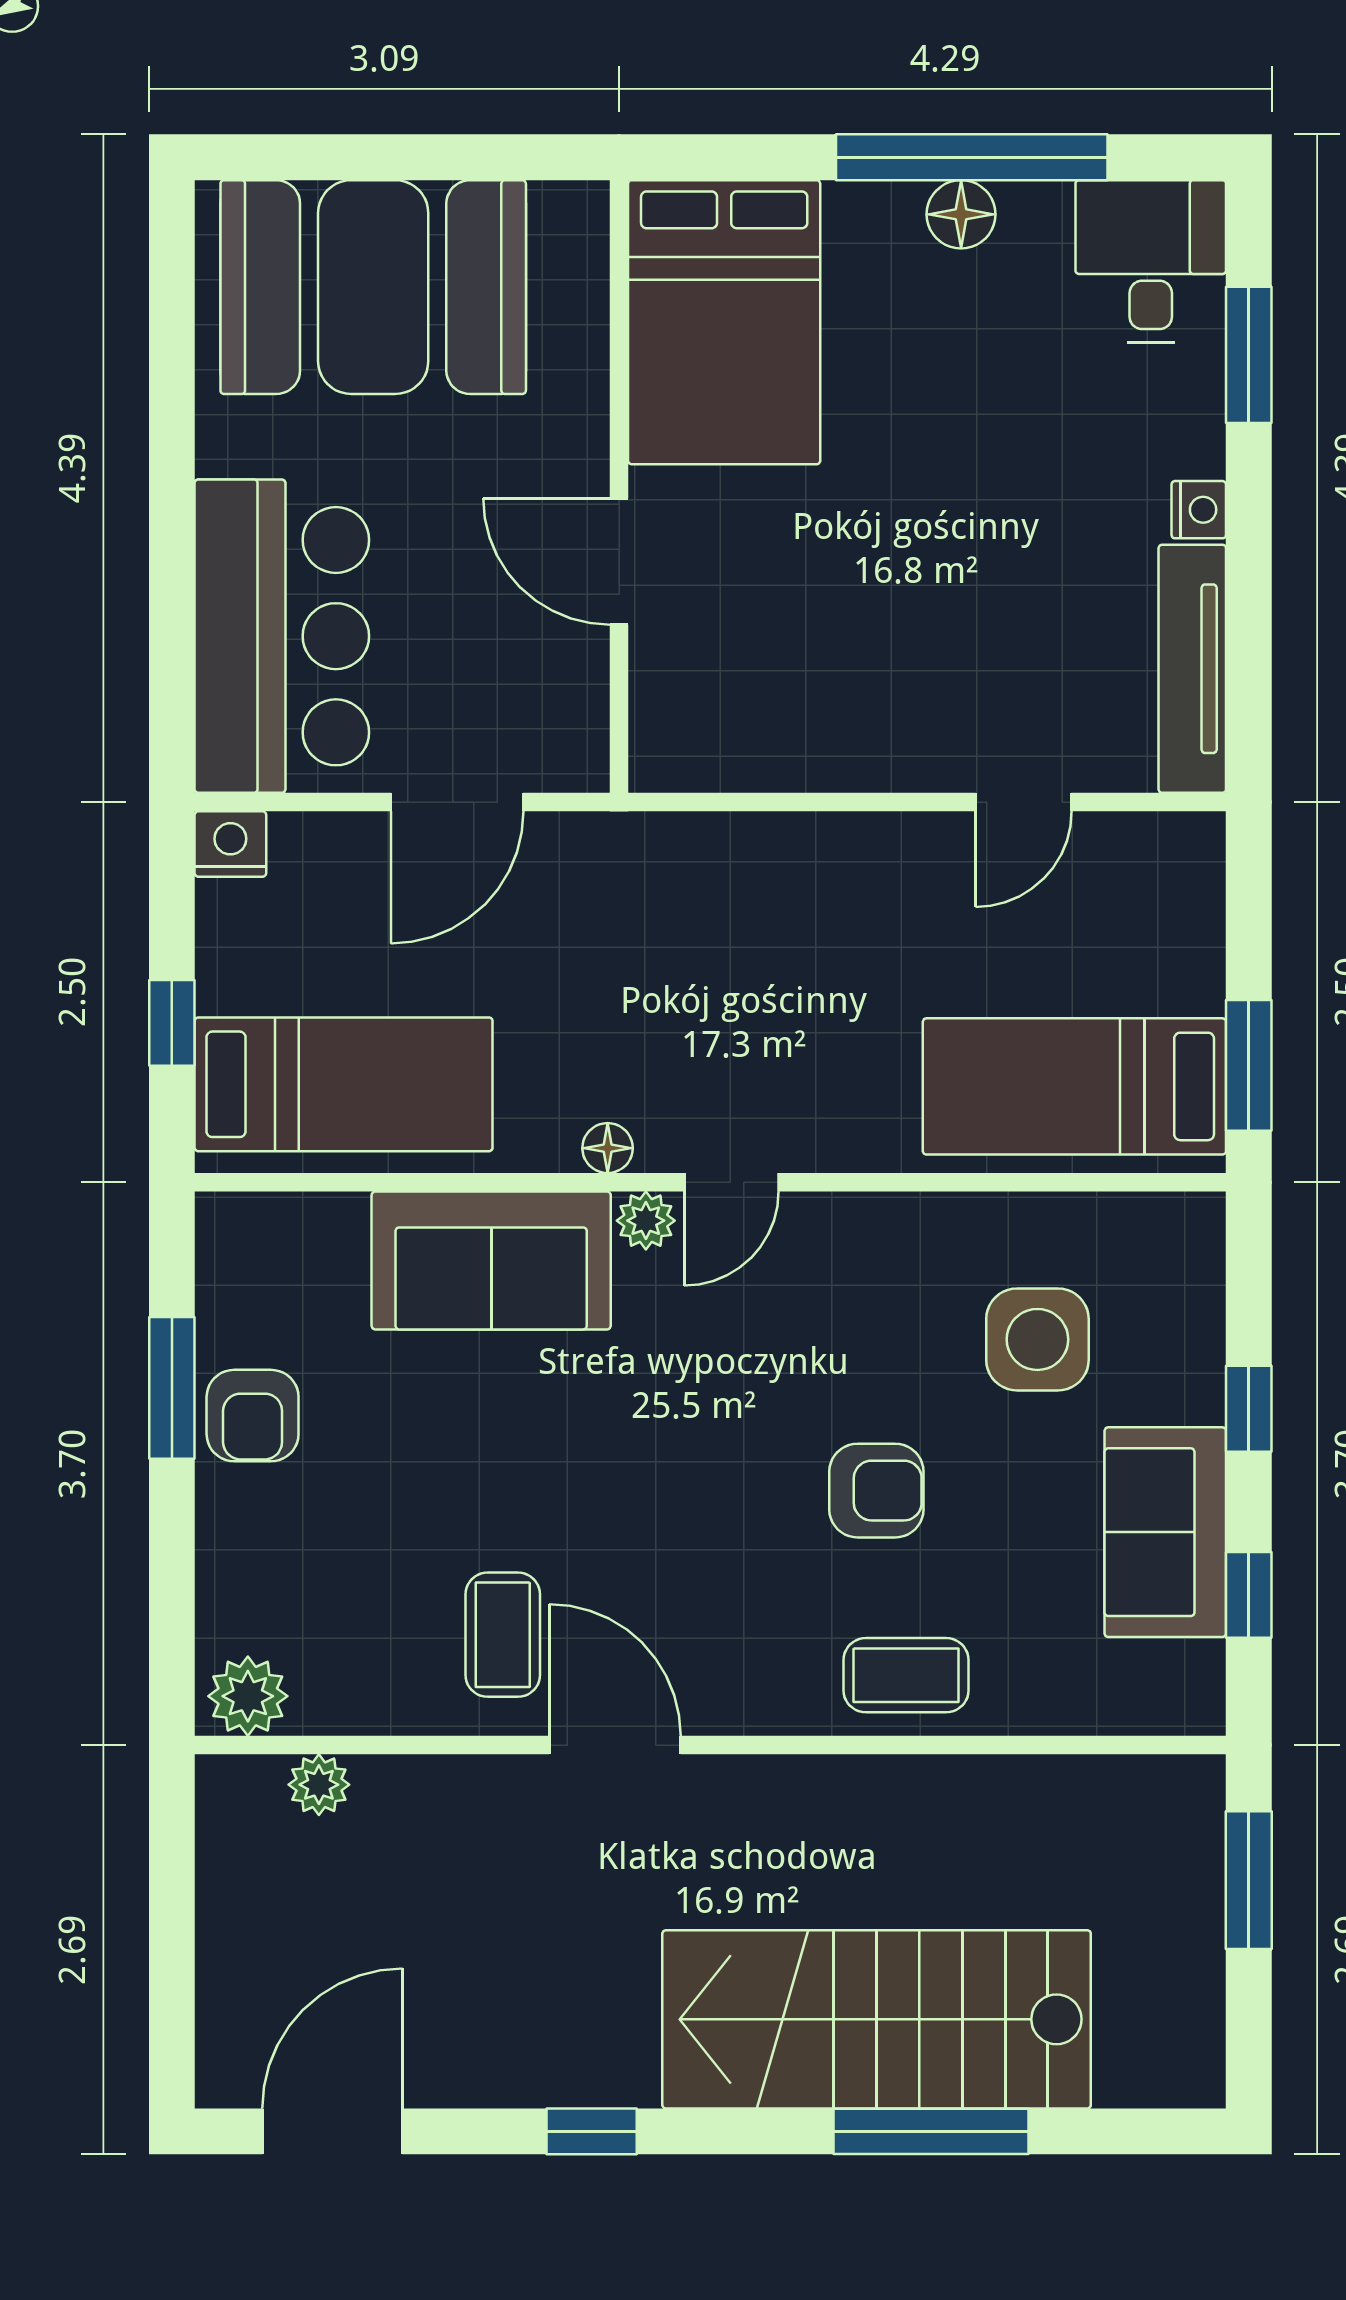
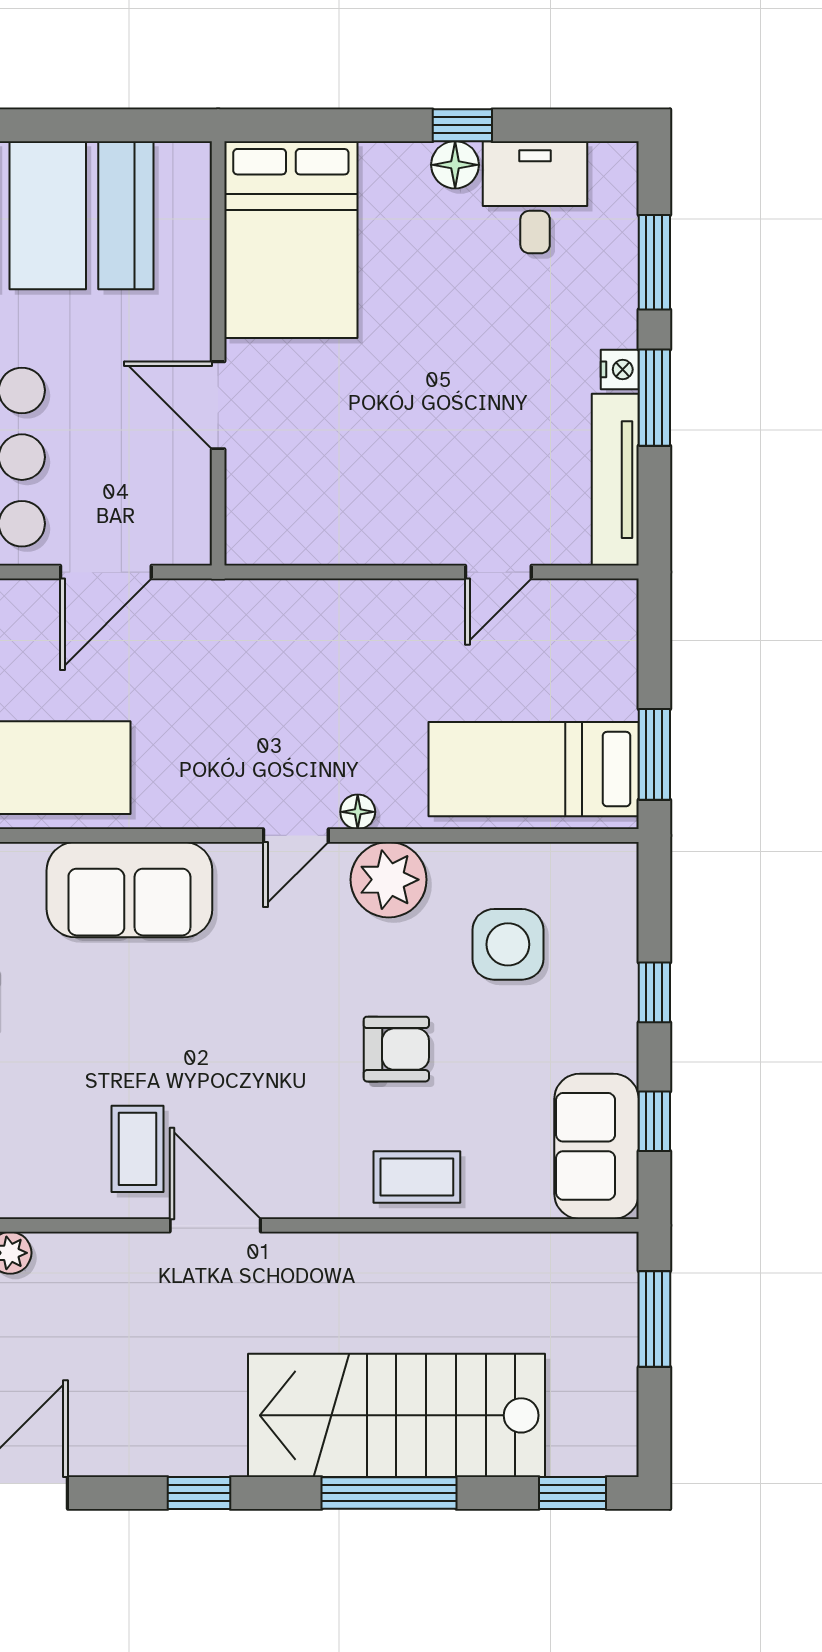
window: (972, 157) -> (462, 125), width x0.32
desk: (1151, 261) -> (535, 197), moved
window: (1249, 550) -> (654, 398), added
floor lamp: (608, 1148) -> (358, 812), moved
plant: (646, 1221) -> (389, 880), moved, width x1.88, depth x1.88
sofa: (1165, 1532) -> (597, 1146), moved
window: (931, 2131) -> (389, 1493), moved
window: (1131, 2131) -> (572, 1493), added

